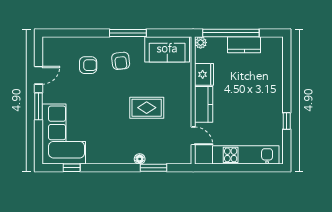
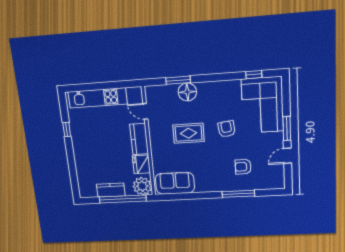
window: (128, 33) -> (238, 194), moved
plant: (201, 43) -> (142, 186), width x1.87, depth x1.87
armchair: (121, 61) -> (227, 129), moved
floor lamp: (140, 159) -> (187, 92), width x1.89, depth x1.89

